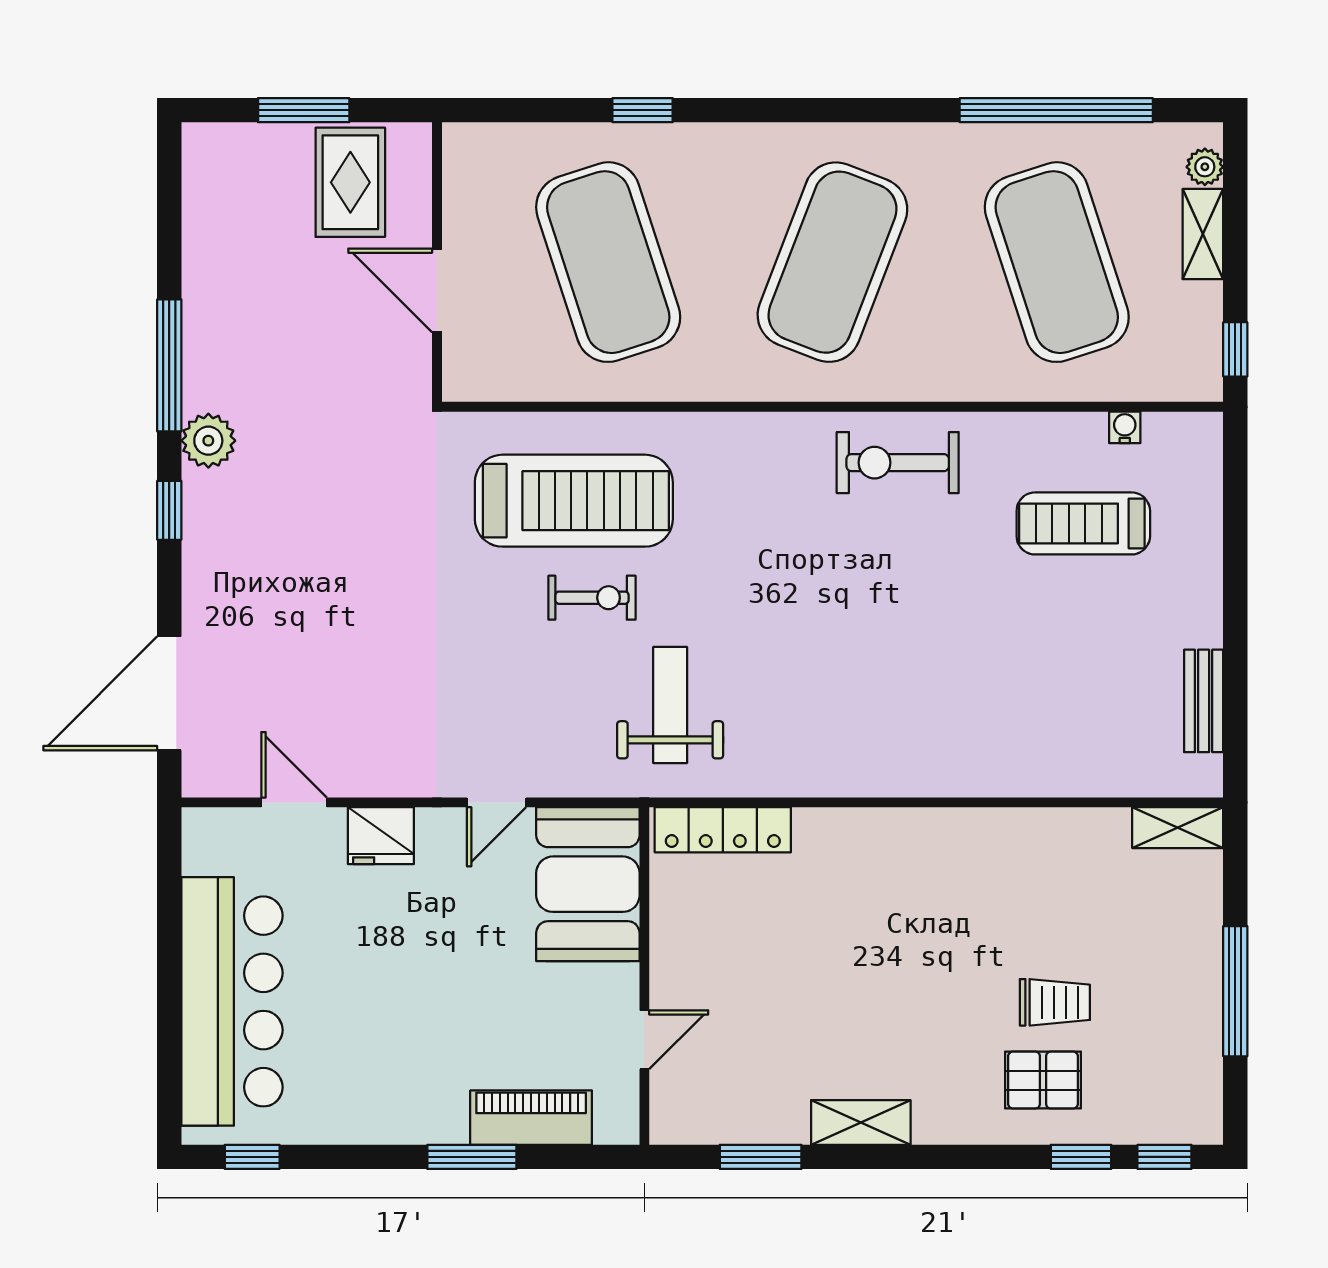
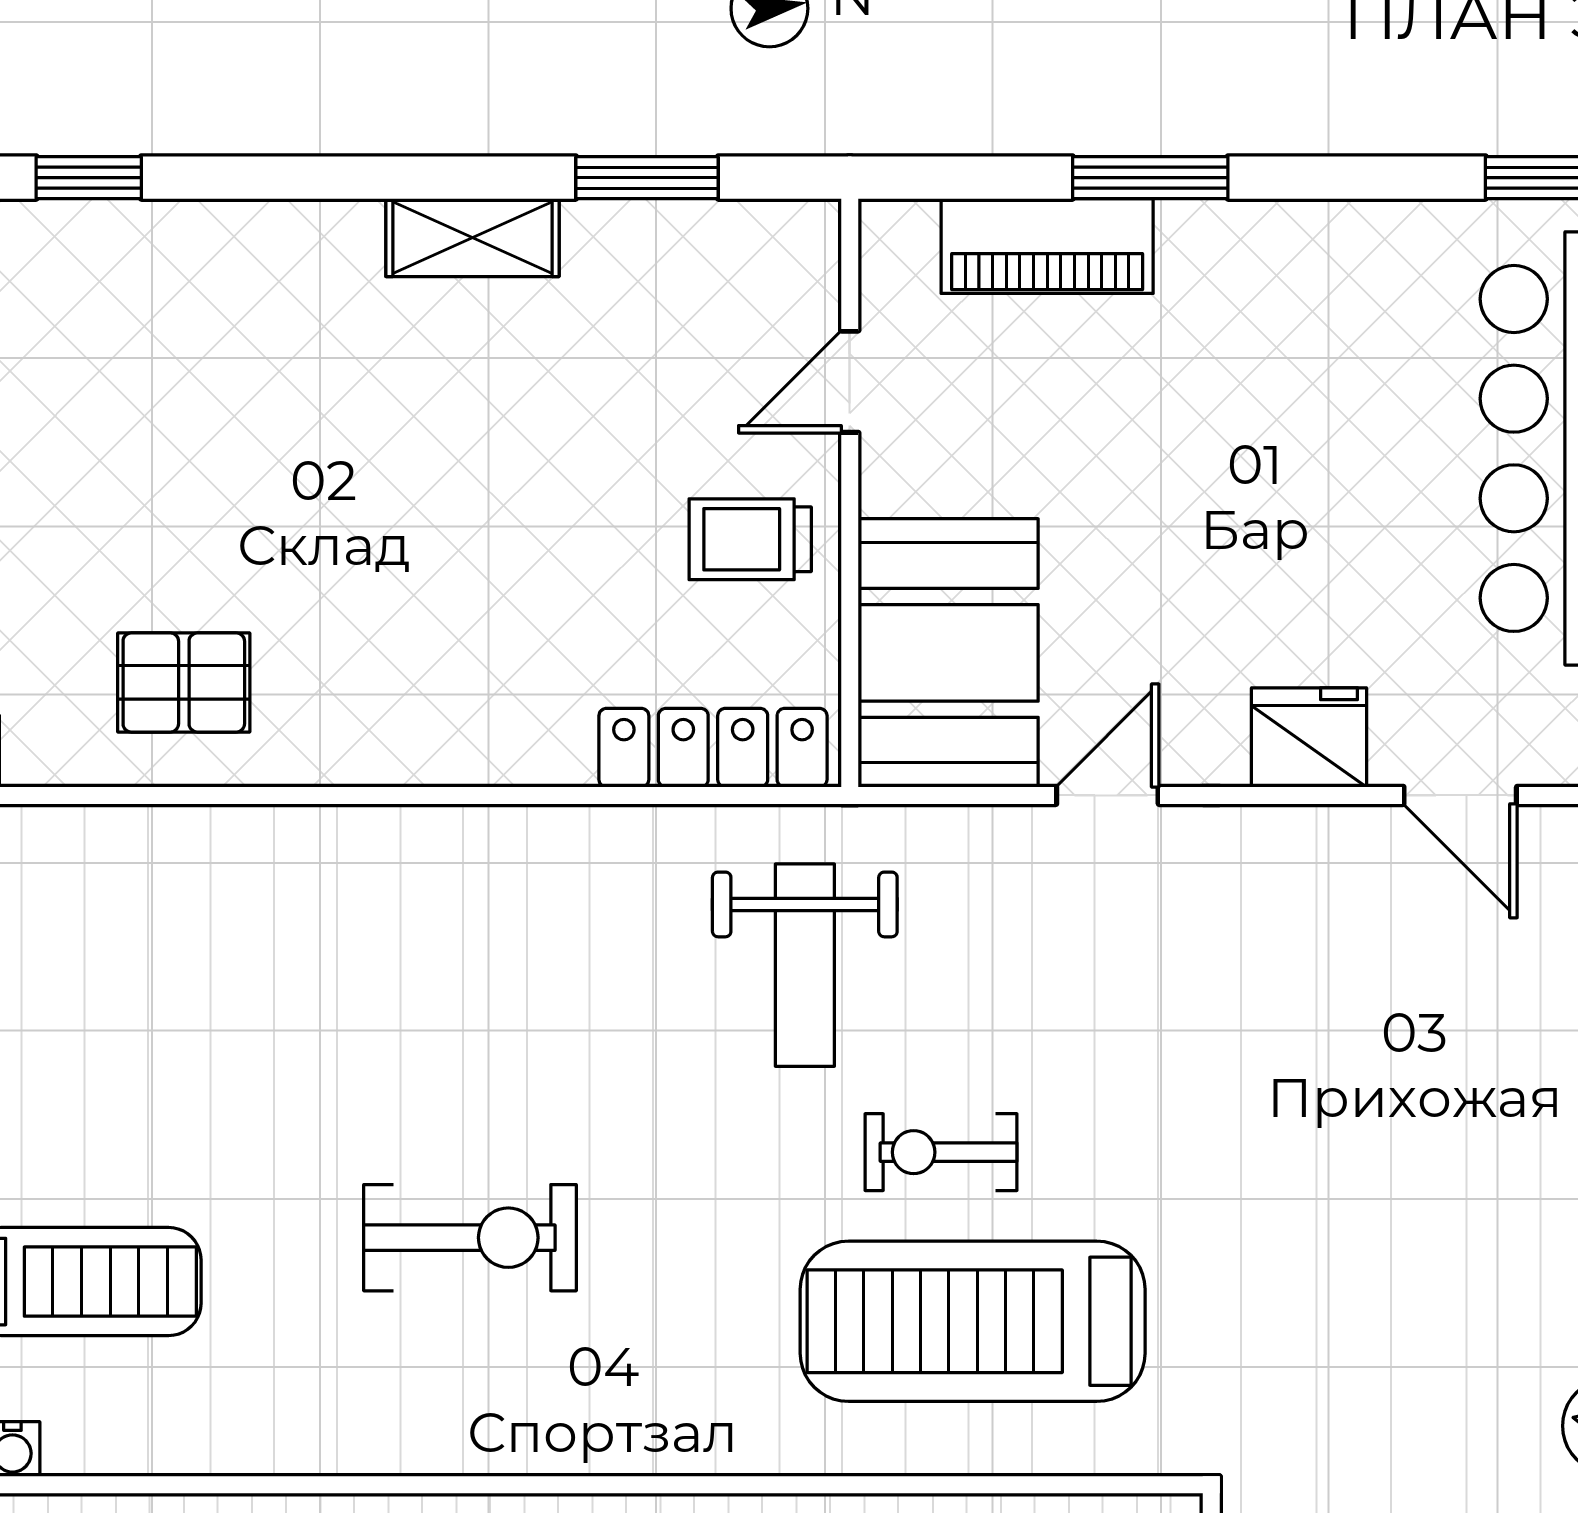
exercise bike: (898, 463) -> (470, 1238), moved
trolley: (1055, 1002) -> (750, 539), moved
pallet: (1043, 1080) -> (184, 682), moved

